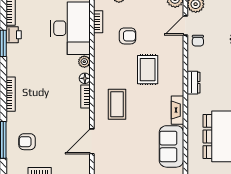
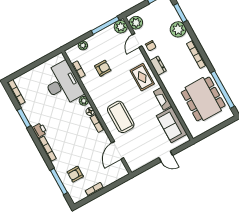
printer: (14, 35) -> (39, 130), moved
rug: (148, 70) -> (142, 77), moved
dresser: (193, 83) -> (158, 66), moved
coffee table: (117, 104) -> (121, 117), width x1.36, depth x1.32

